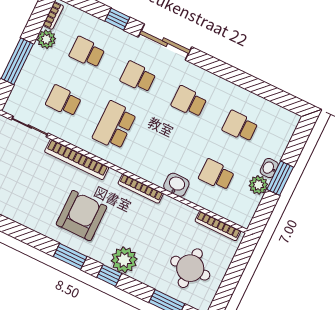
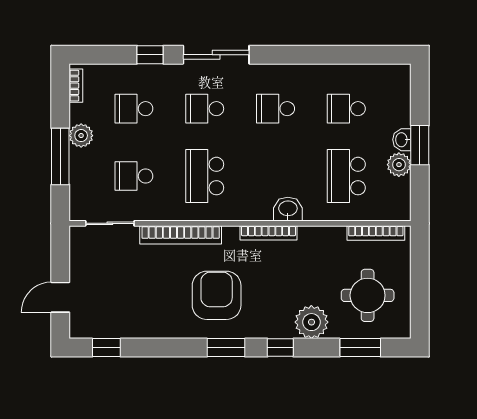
plant: (46, 39) -> (81, 136), moved
school desk: (216, 175) -> (346, 176), width x1.85
washbasin: (176, 185) -> (288, 209), moved
plant: (124, 260) -> (311, 322), moved

